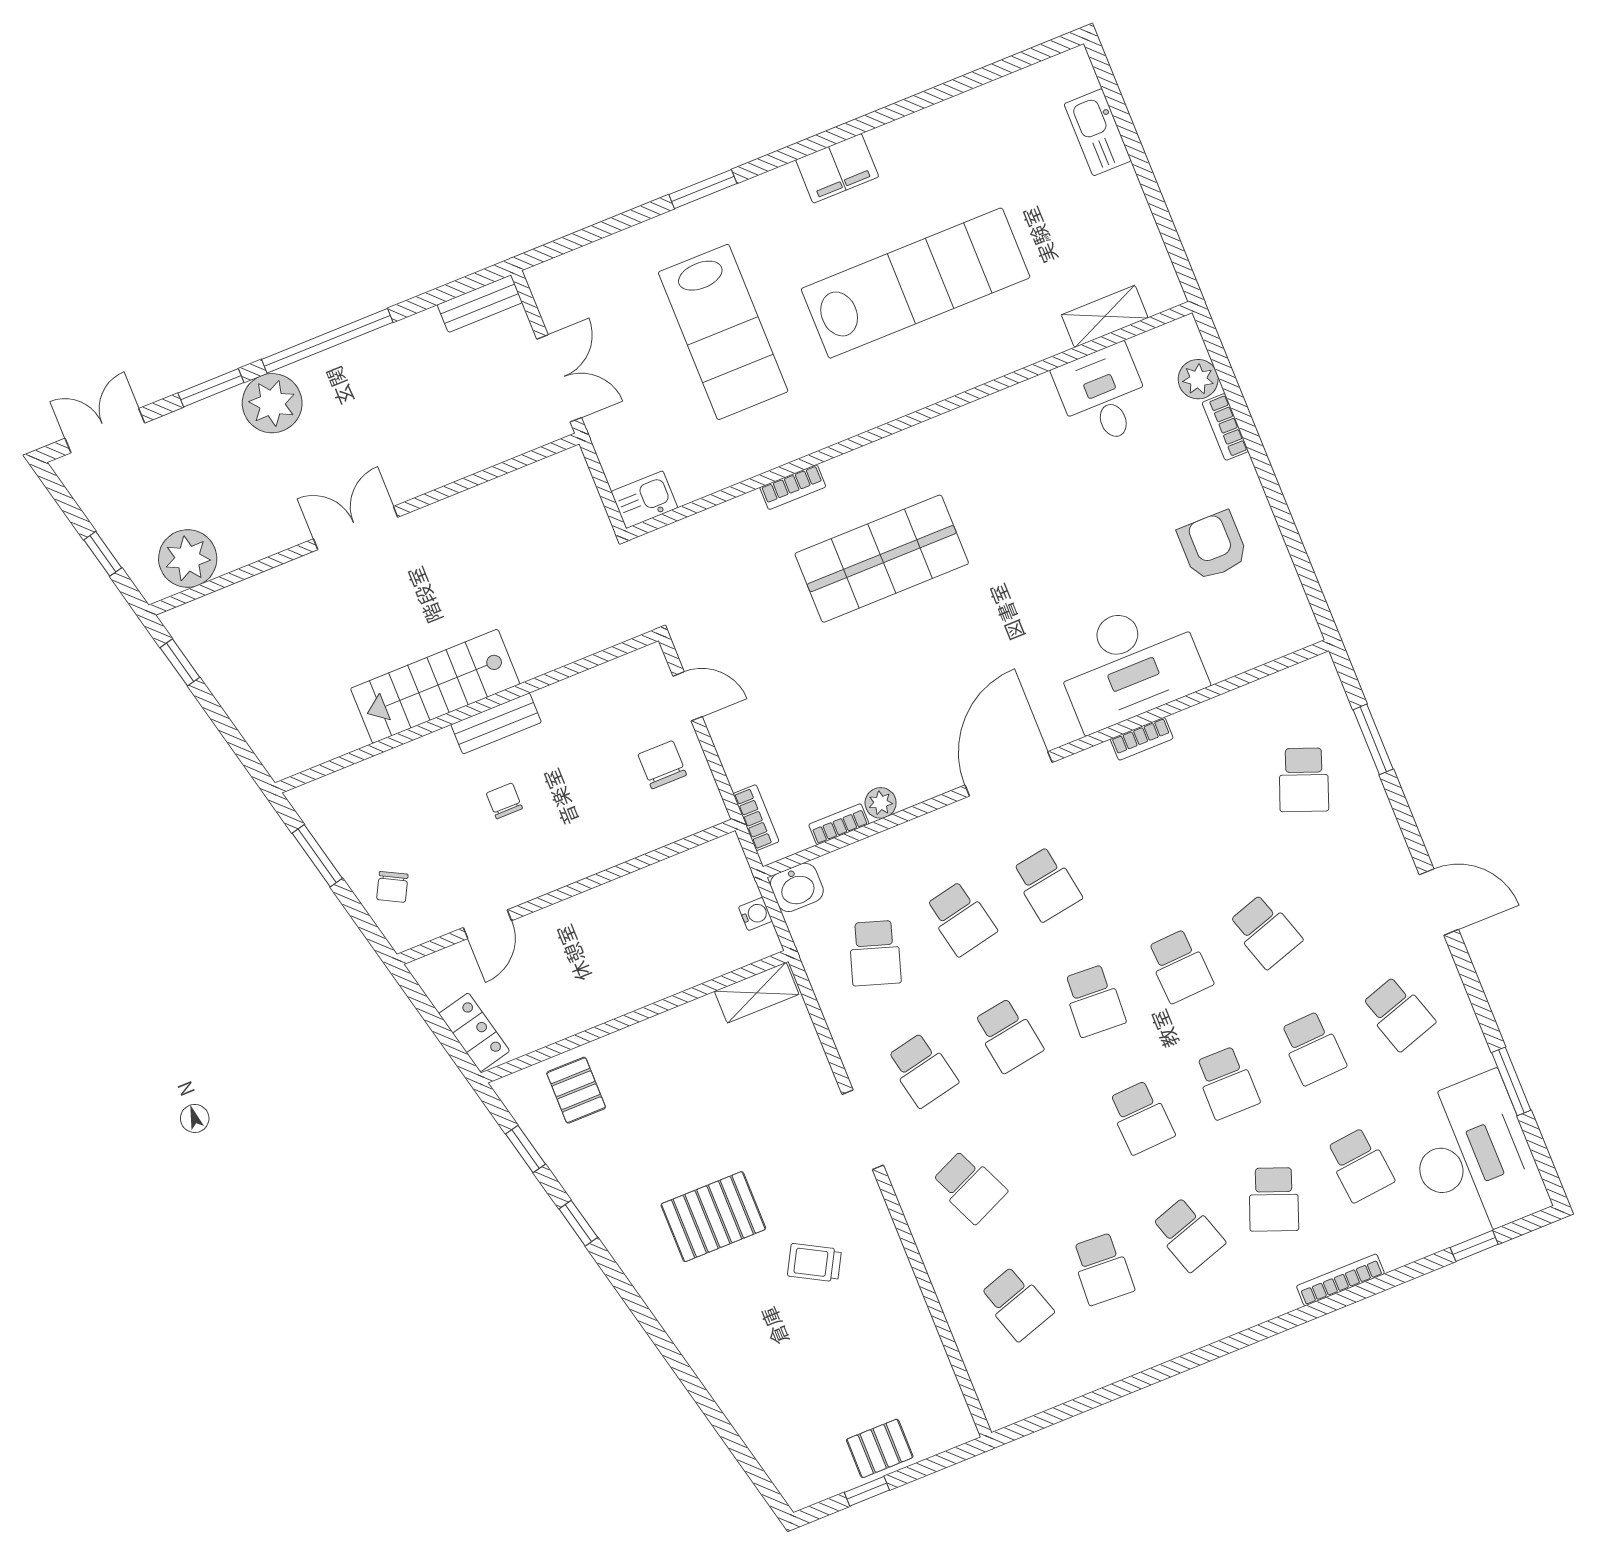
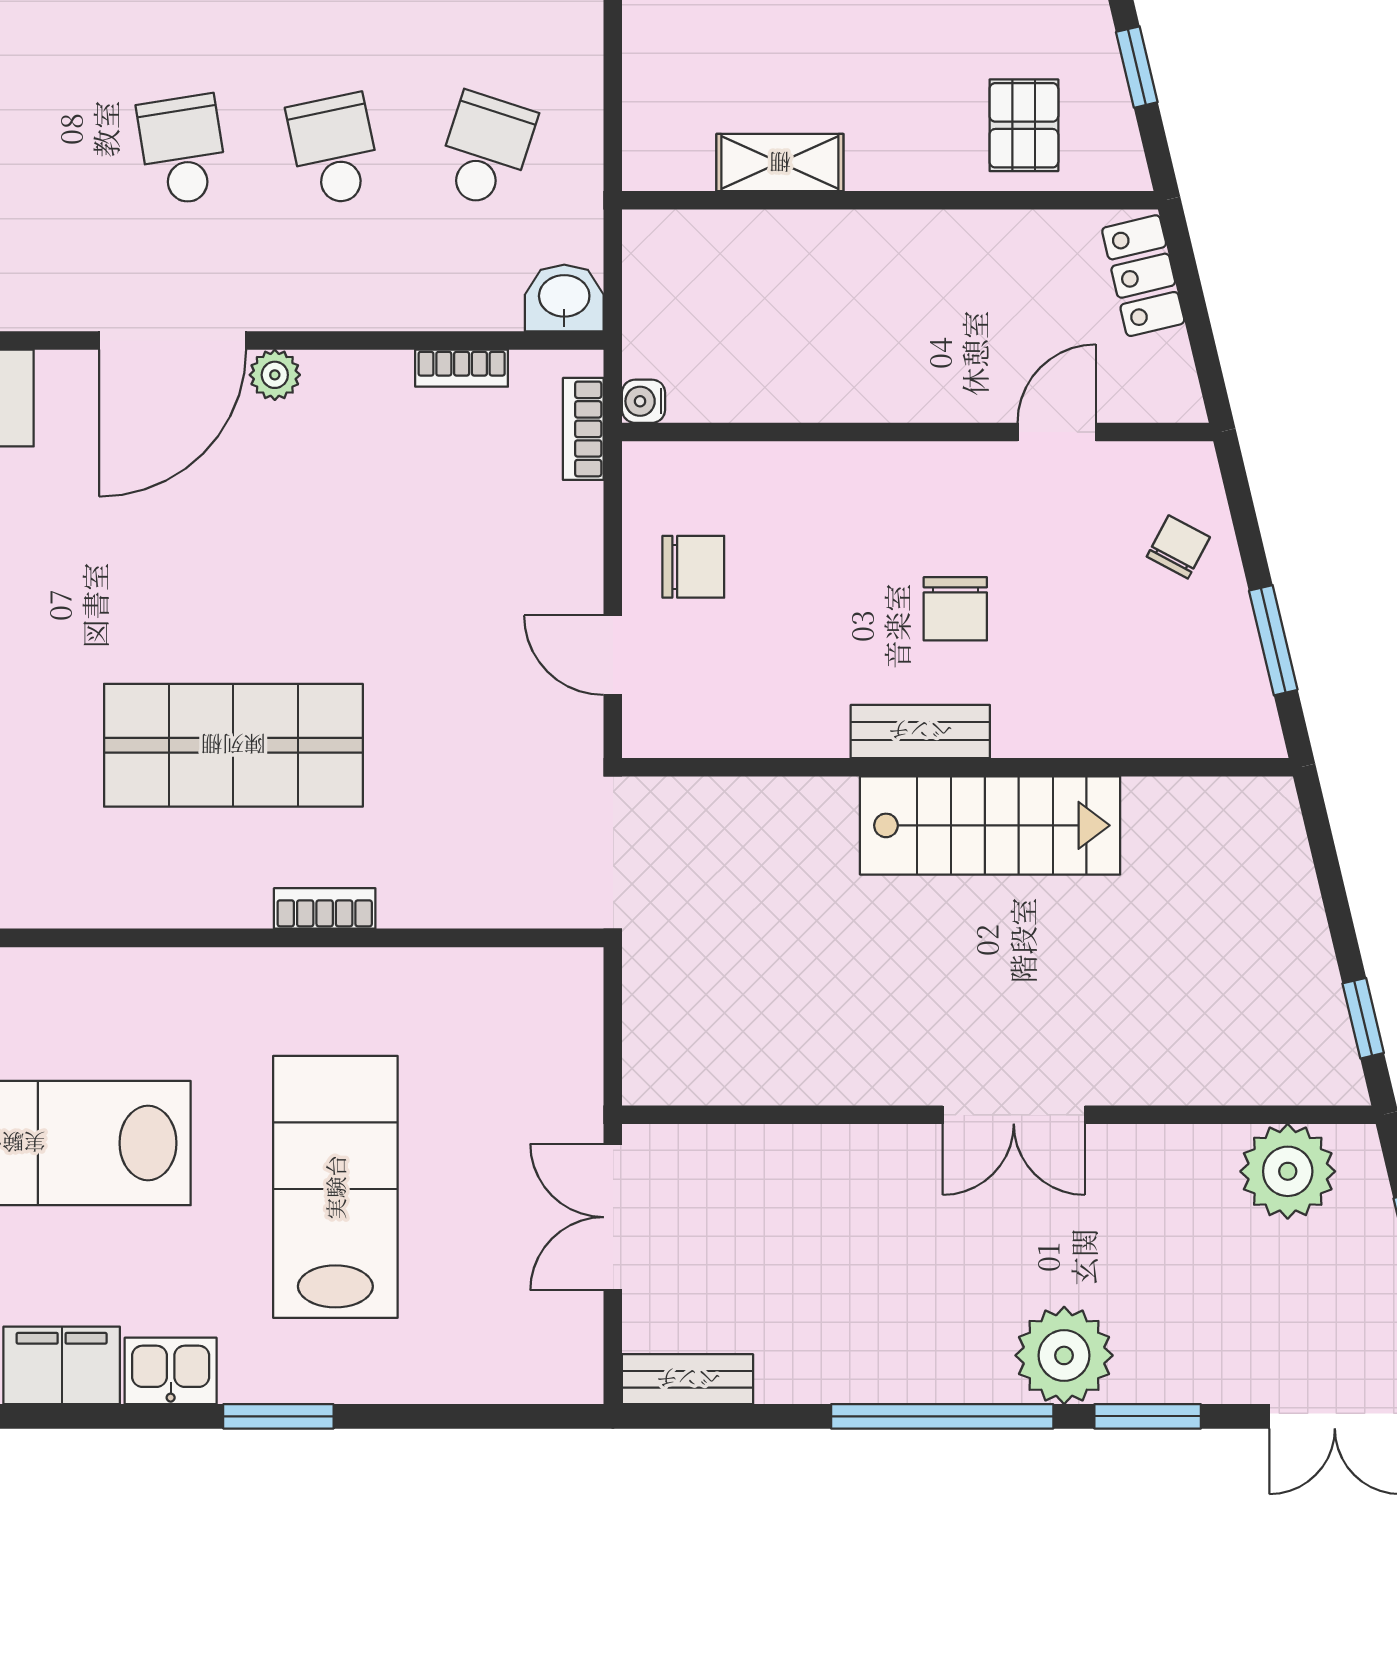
kitchen sink: (644, 500) -> (171, 1371), moved, turned 180
chair: (662, 765) -> (693, 567), turned -90
chair: (504, 801) -> (955, 609), width x1.37, depth x1.37
plant: (881, 803) -> (275, 375), moved
water cooler: (755, 914) -> (644, 401), moved
shelving: (757, 993) -> (780, 163), moved

